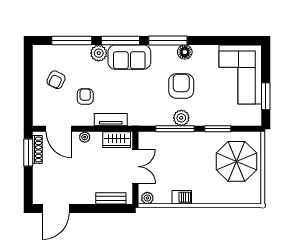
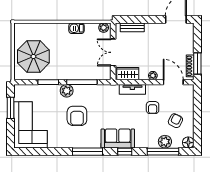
window: (120, 40) -> (125, 152), width x0.46
floor lamp: (185, 52) -> (188, 143), moved
plant: (99, 53) -> (165, 142), moved
plant: (181, 118) -> (67, 91), moved

